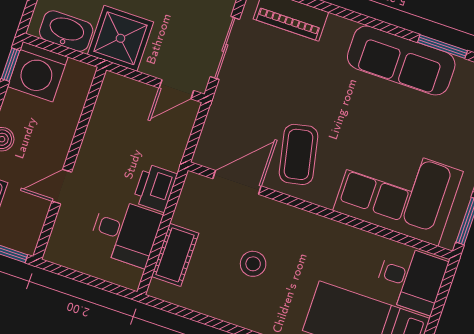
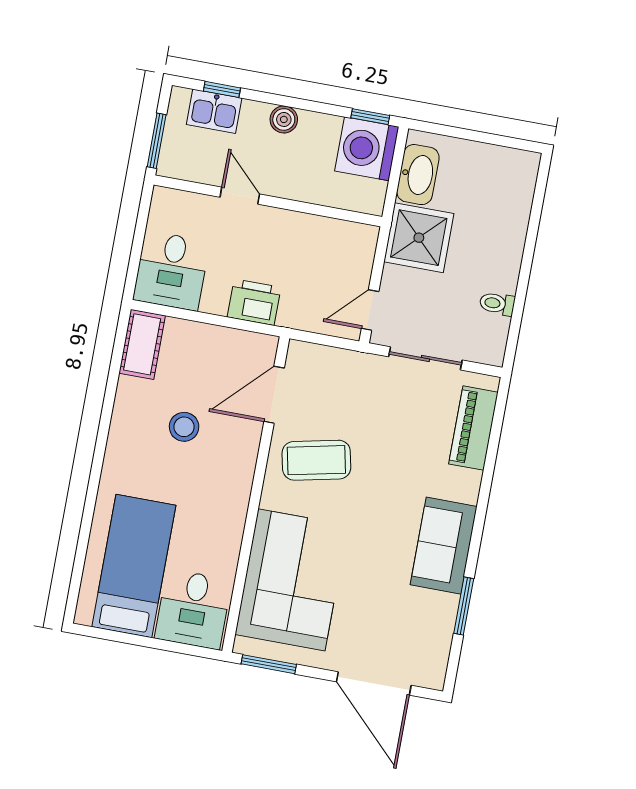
sofa: (401, 60) -> (444, 546), width x0.73
door: (176, 89) -> (370, 310), hinge flipped
door: (237, 182) -> (274, 395), swing flipped
desk: (125, 232) -> (171, 271), moved
cot: (175, 255) -> (142, 344), moved, turned 90

